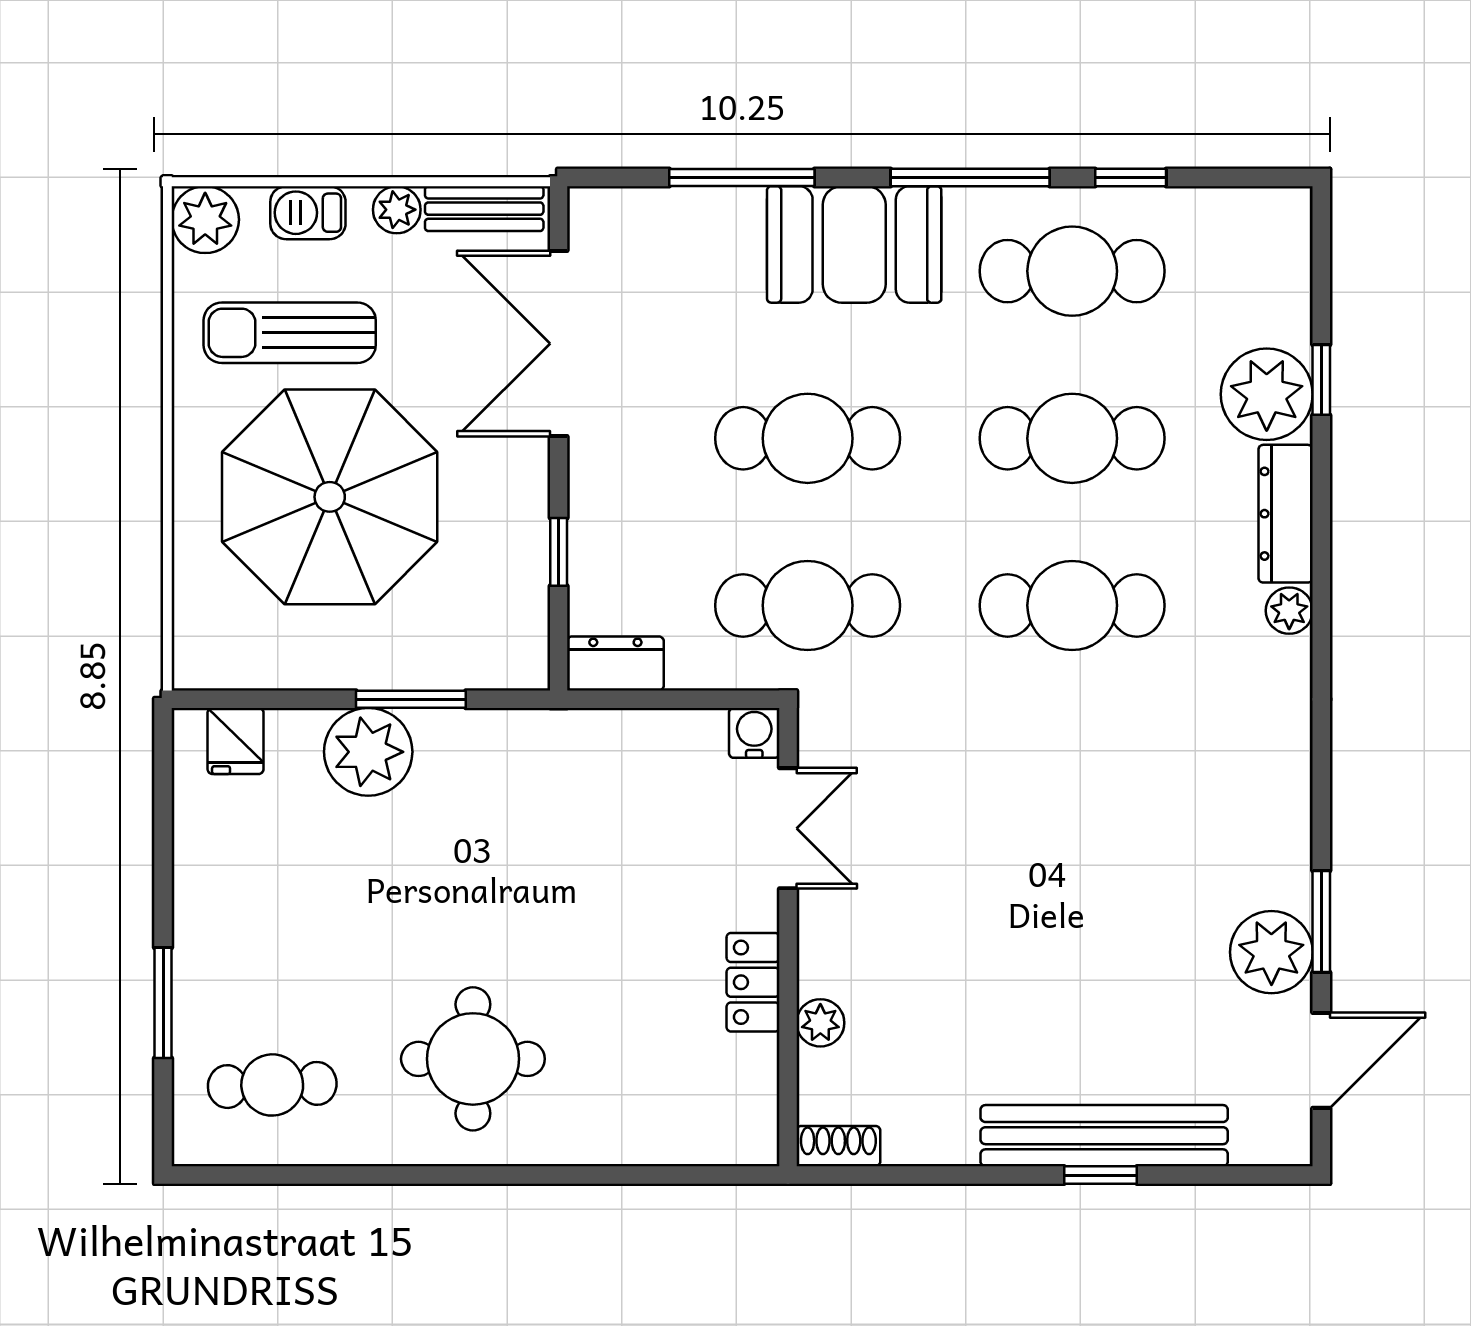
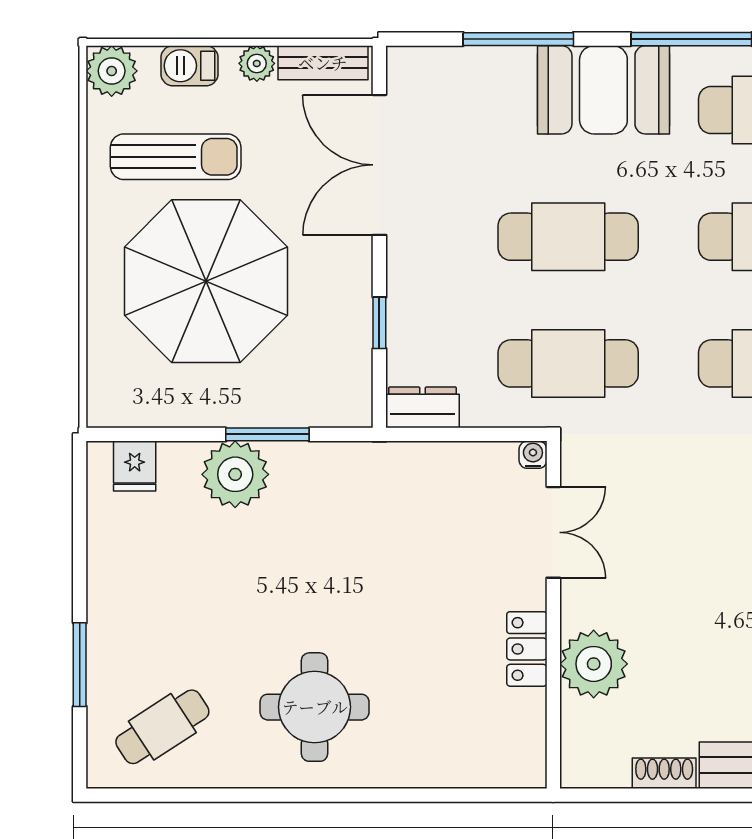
sun lounger: (290, 333) -> (176, 157), turned 180
water cooler: (754, 733) -> (533, 455), width x0.72, depth x0.72
plant: (820, 1023) -> (594, 664), width x1.88, depth x1.88
cafe table: (272, 1085) -> (162, 727), turned -31
shoe rack: (838, 1146) -> (664, 773), moved

